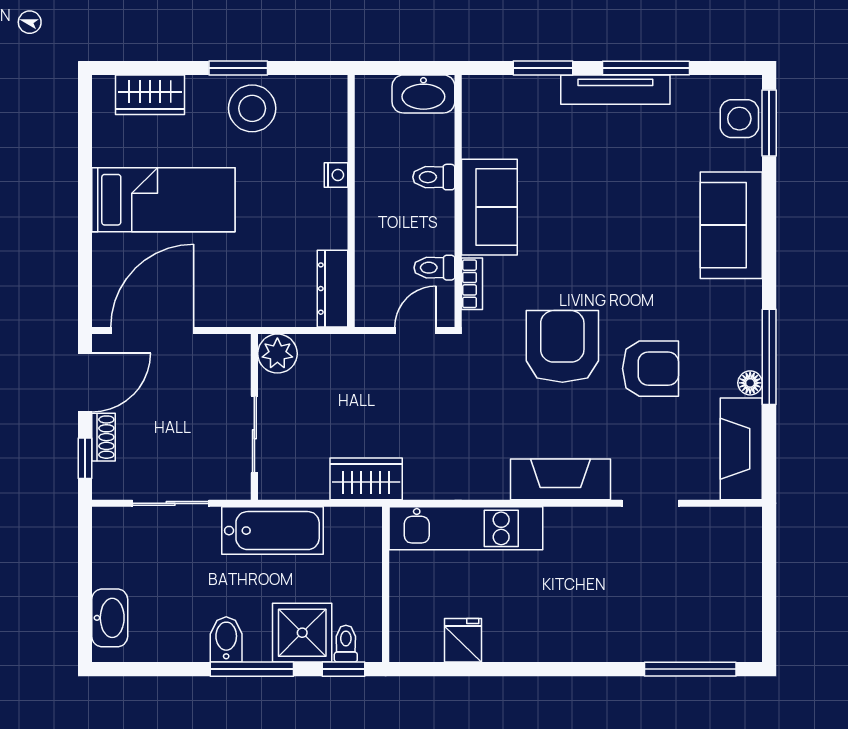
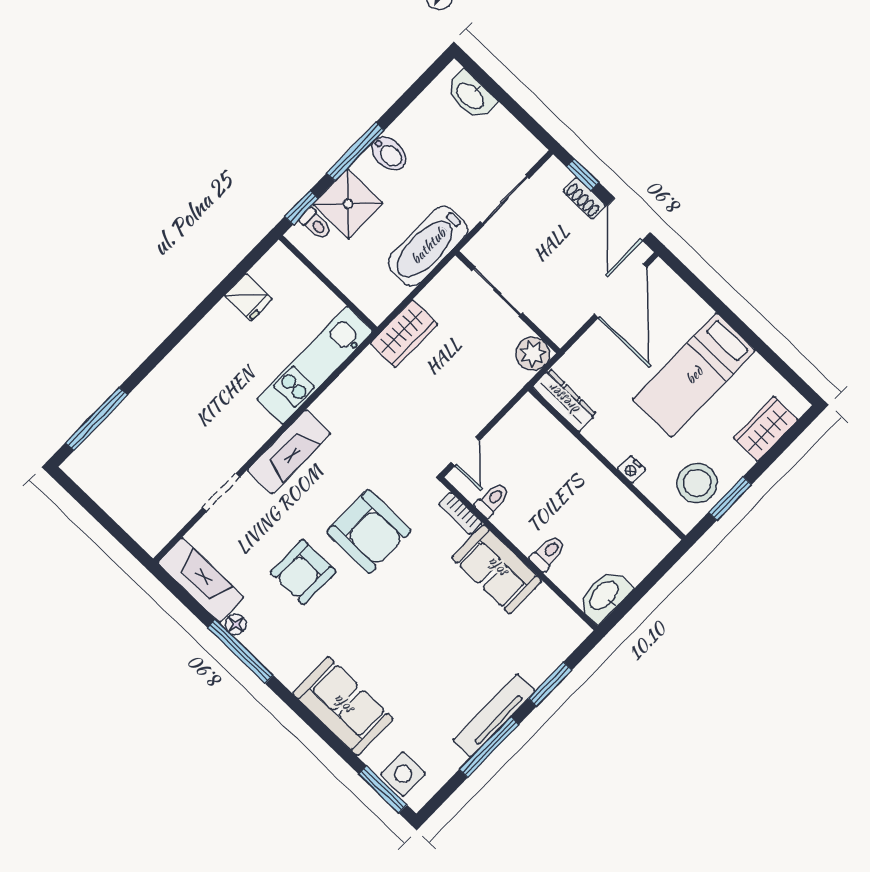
nightstand: (336, 175) -> (631, 469), moved
wall: (351, 201) -> (607, 463), moved
dresser: (333, 289) -> (564, 400), moved

